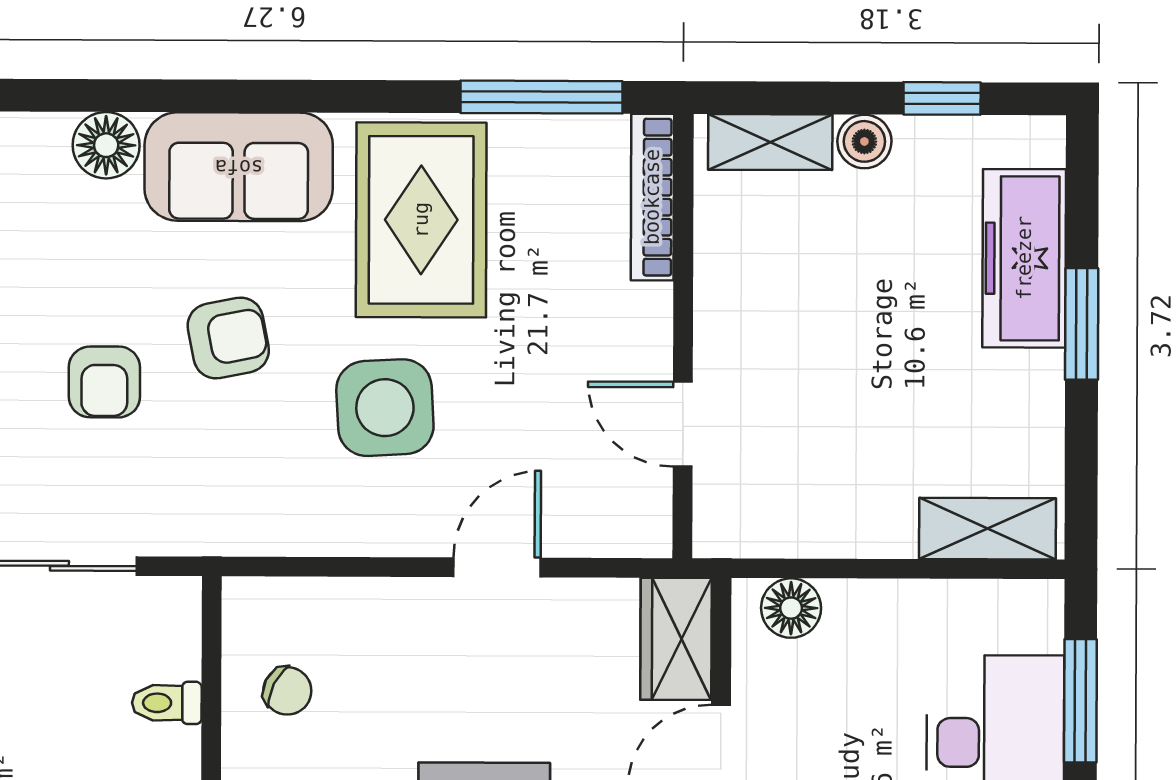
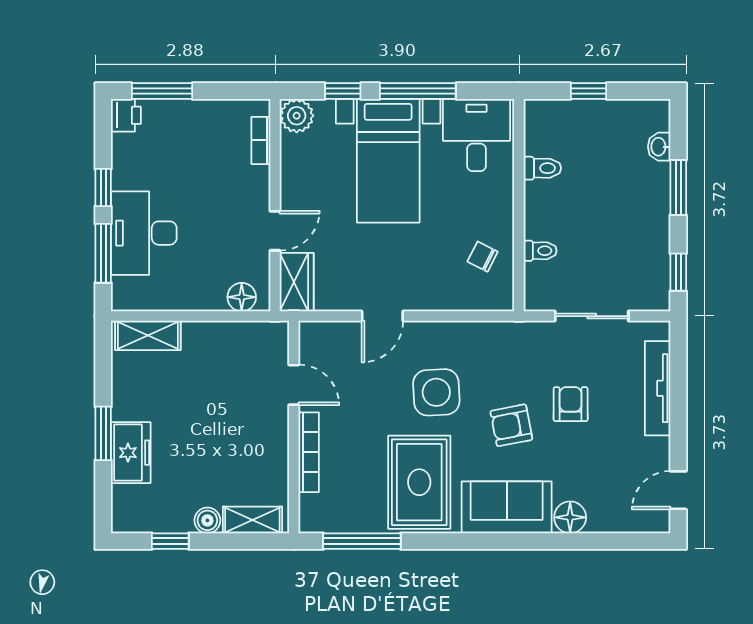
bookcase: (652, 197) -> (309, 452), moved
freezer: (1024, 258) -> (131, 453), width x0.71

